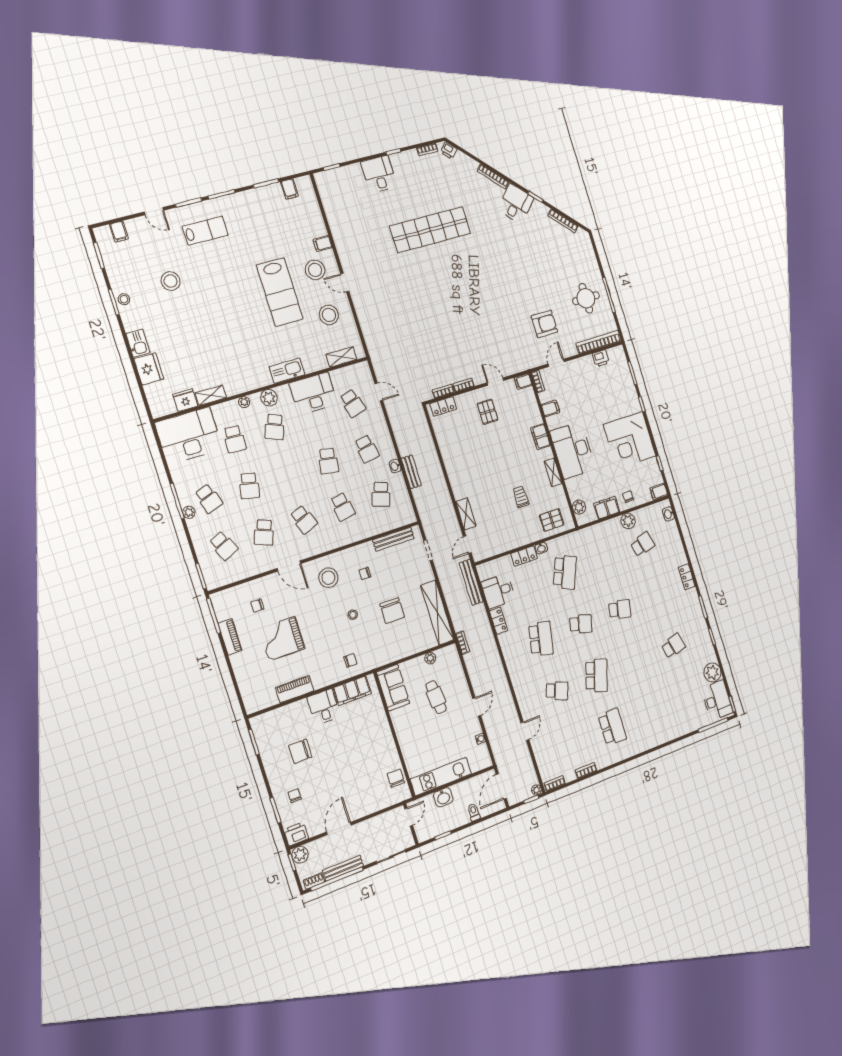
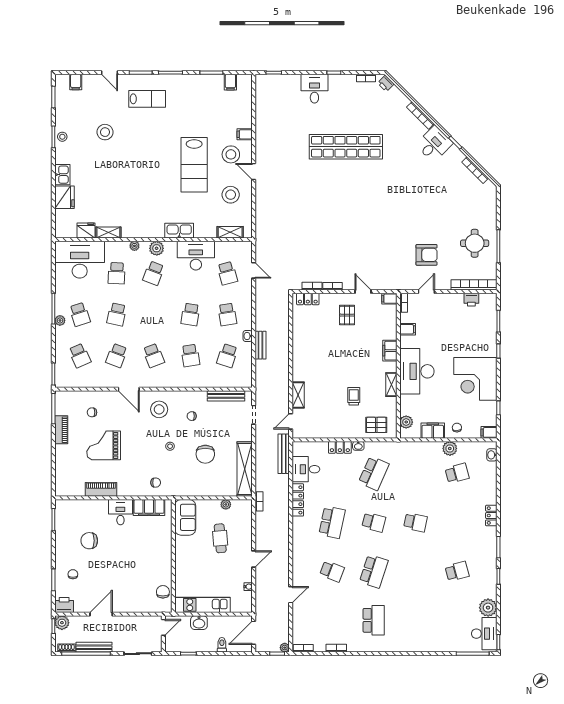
locker: (499, 621) -> (298, 500), width x1.53

